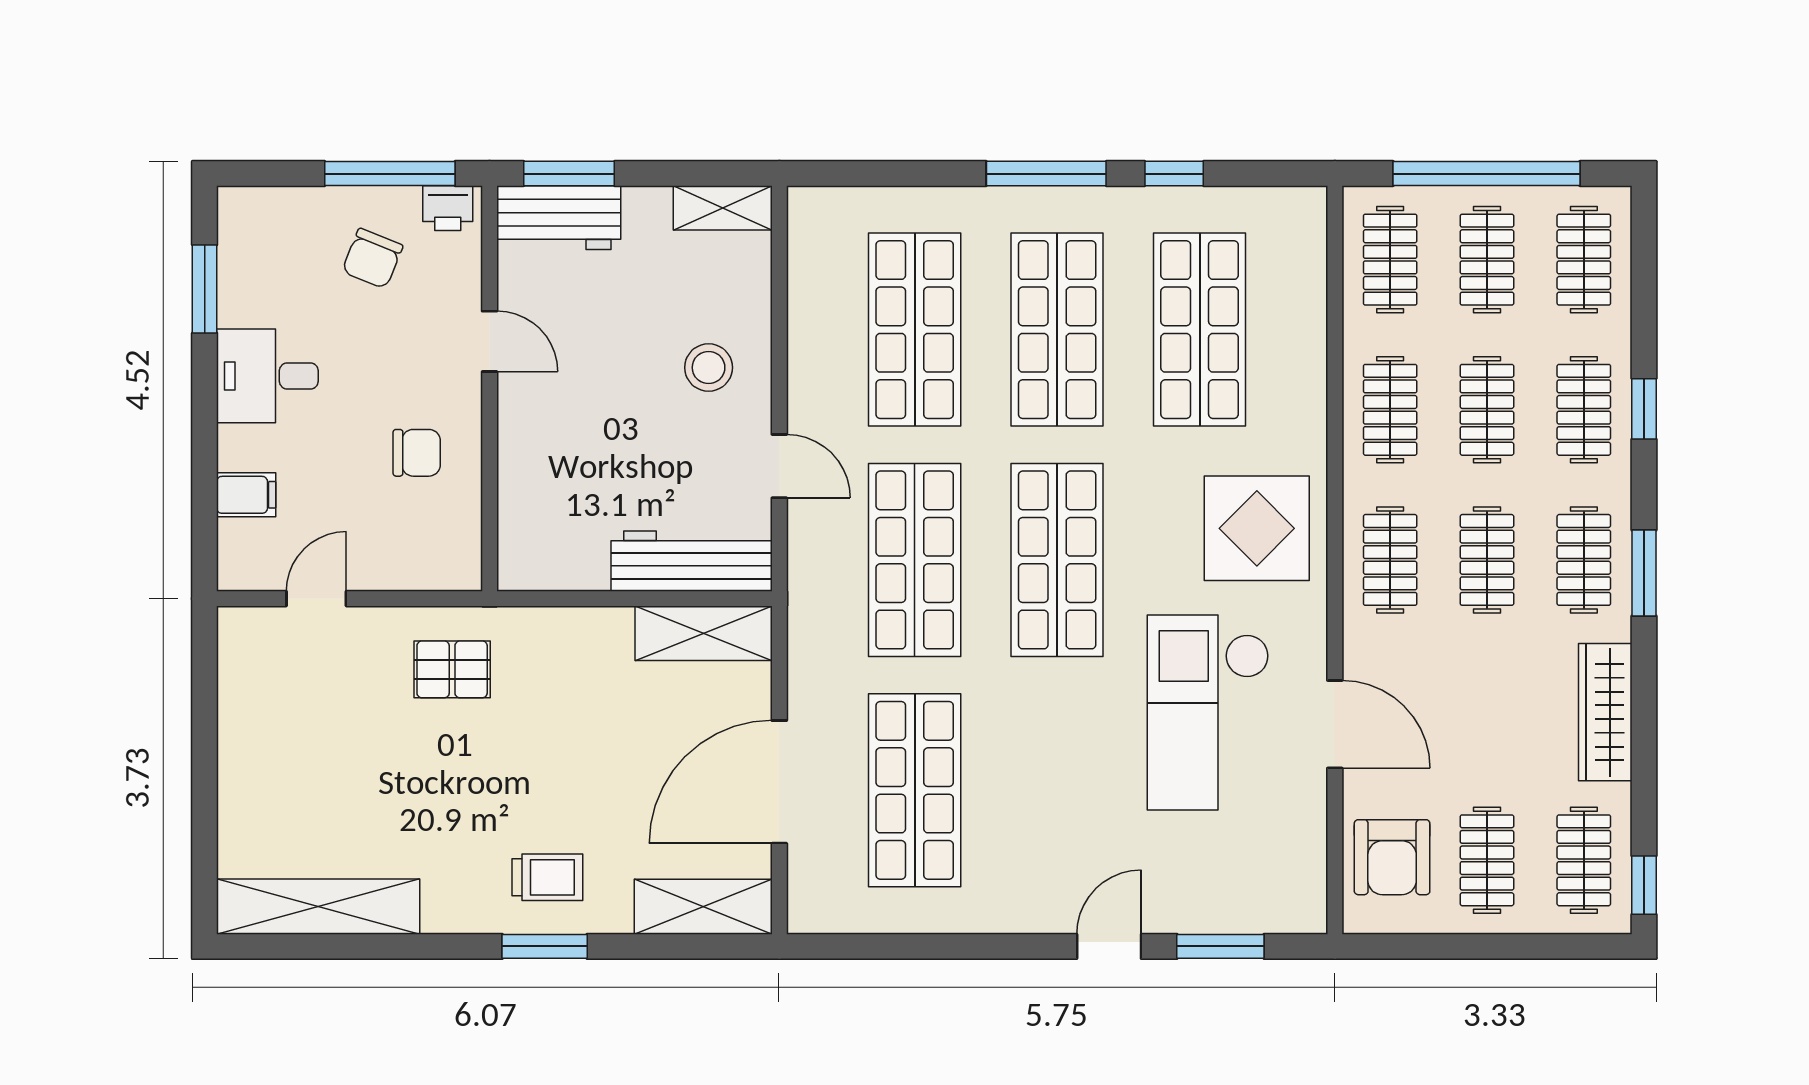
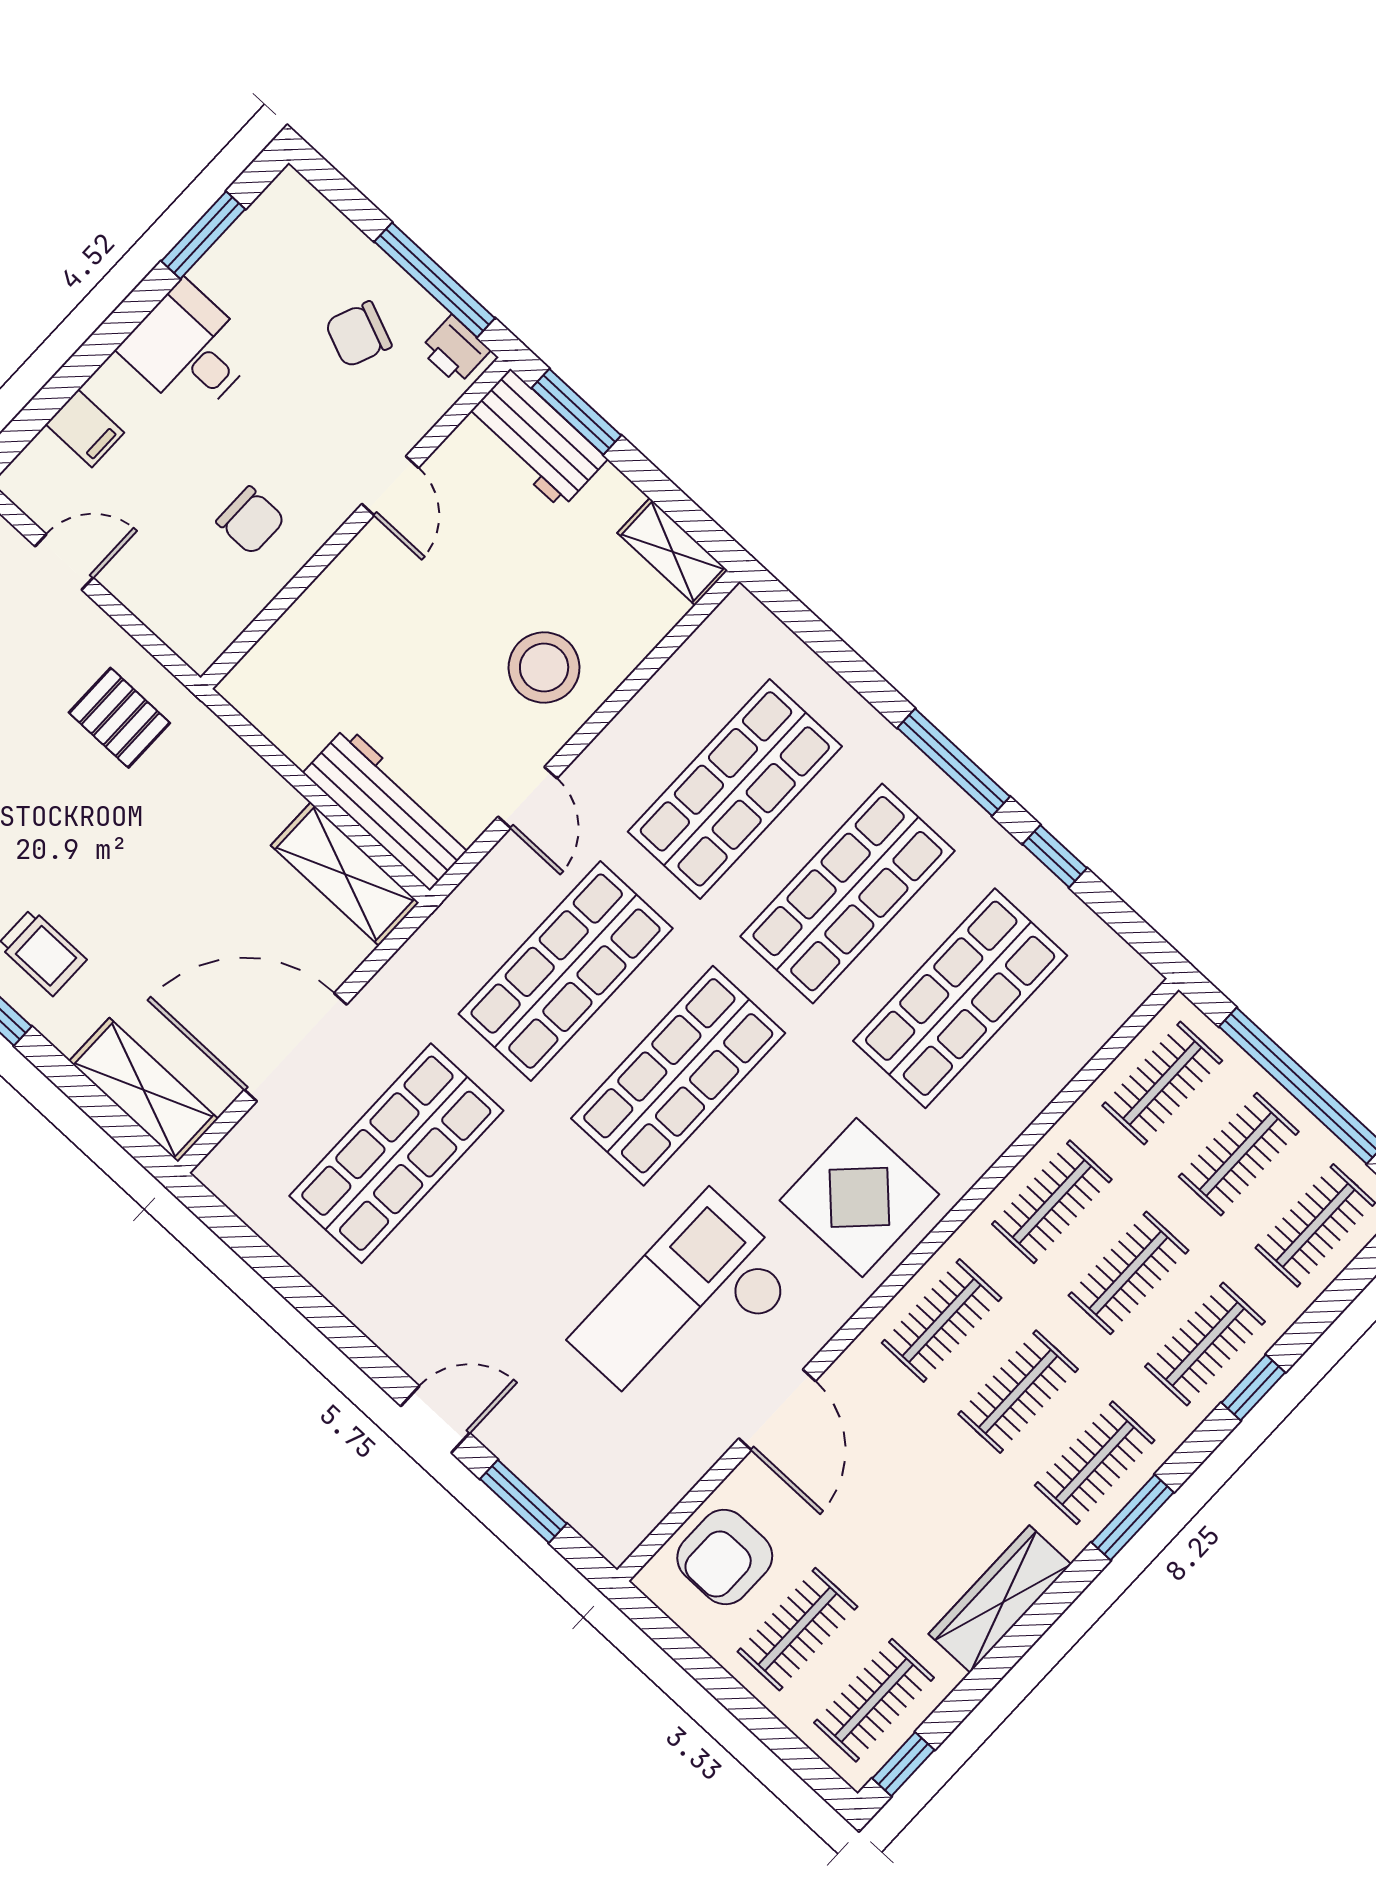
stool: (709, 368) -> (544, 668), width x1.38, depth x1.38

